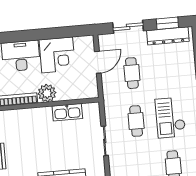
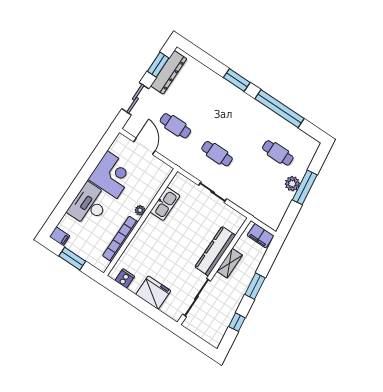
plant: (47, 93) -> (140, 210), width x0.53, depth x0.53
checkout: (170, 118) -> (237, 124), removed

